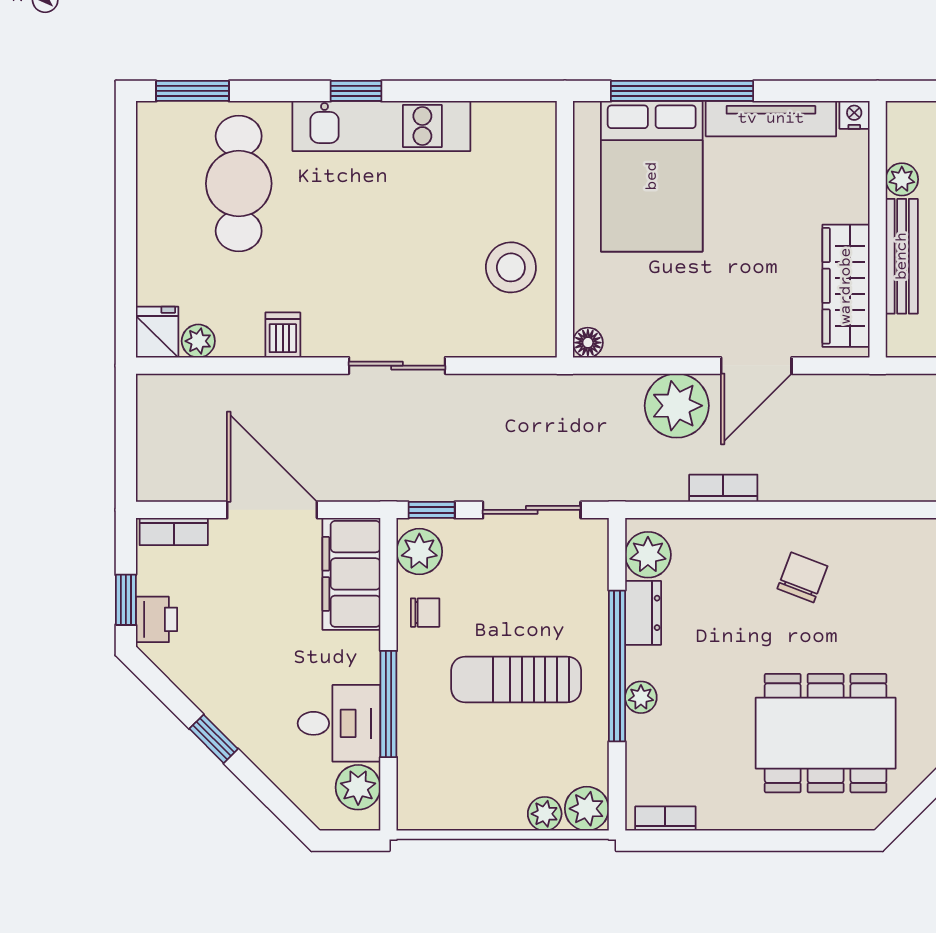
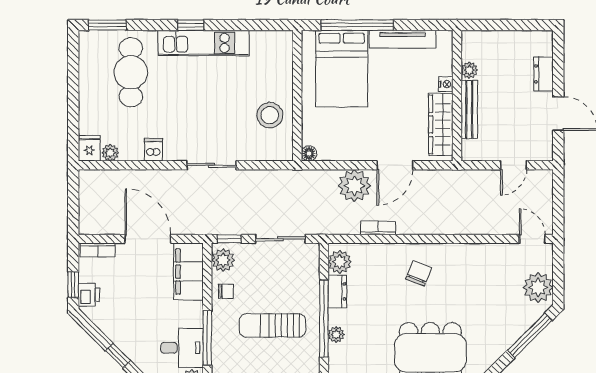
nightstand: (854, 115) -> (446, 84), moved, turned 90

